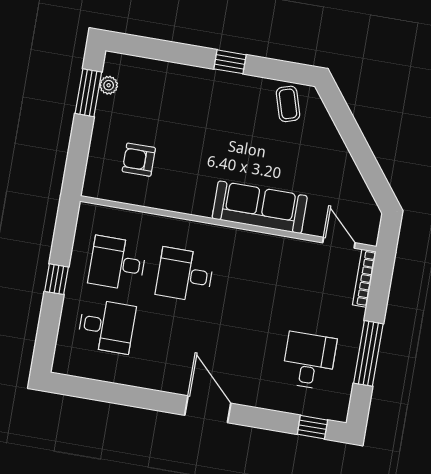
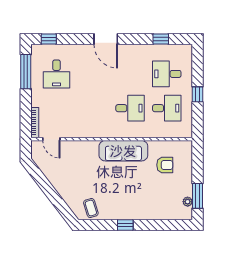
sofa: (260, 207) -> (123, 151), moved
window: (368, 353) -> (26, 72), moved
window: (107, 392) -> (161, 39), added

